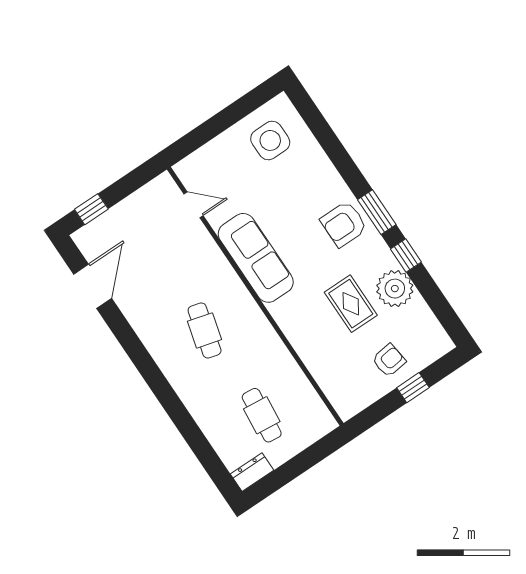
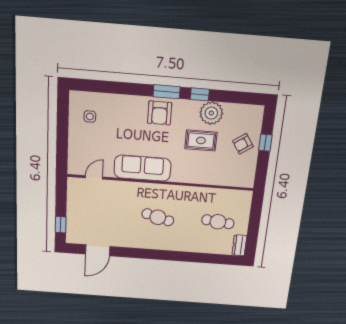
side table: (270, 140) -> (90, 117), width x0.54, depth x0.54
door: (93, 286) -> (98, 250), swing flipped
armchair: (389, 360) -> (243, 144), turned -117

